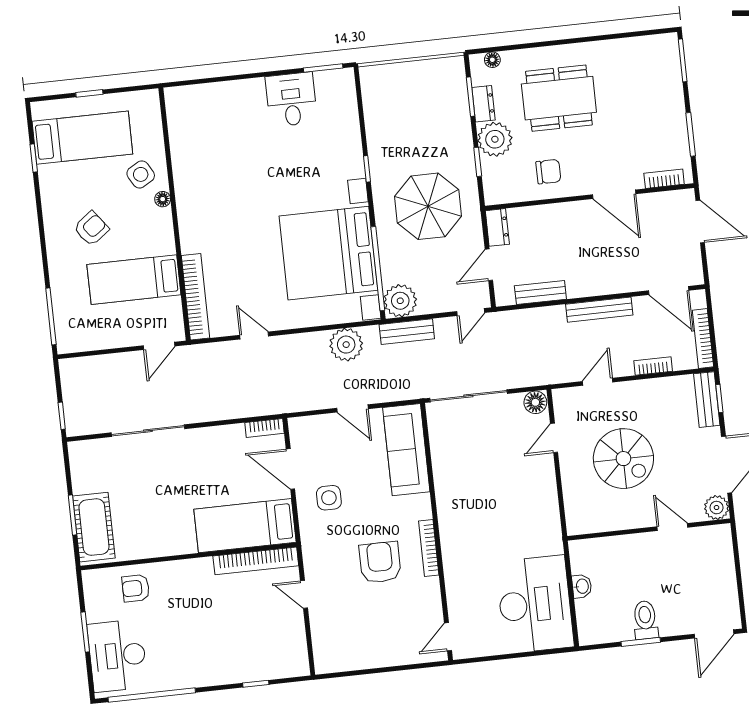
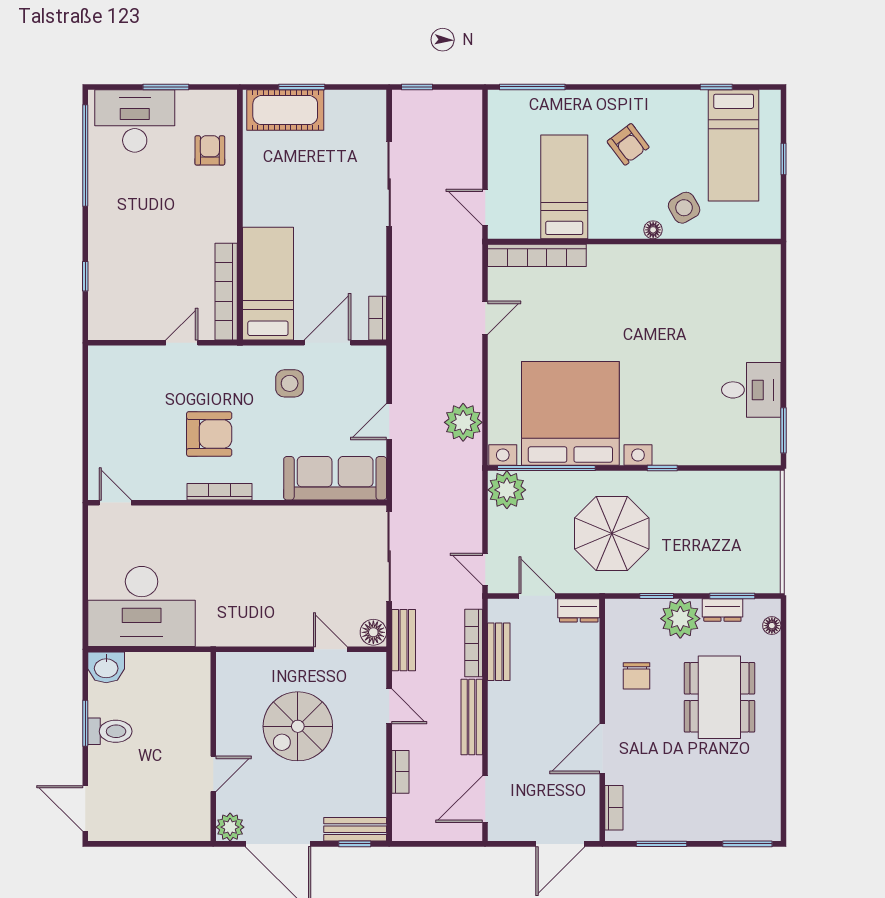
bench: (407, 332) -> (404, 640), moved
bookcase: (703, 339) -> (474, 643), moved, turned -90
washbasin: (582, 586) -> (106, 667), moved, width x1.38, depth x1.45

